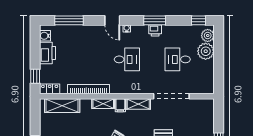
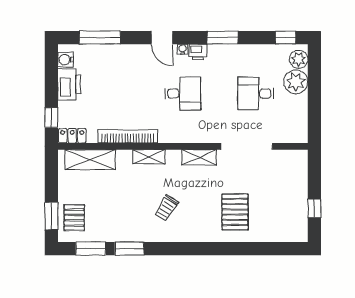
printer: (155, 30) -> (198, 52), moved
filing cabinet: (120, 105) -> (173, 159), removed

